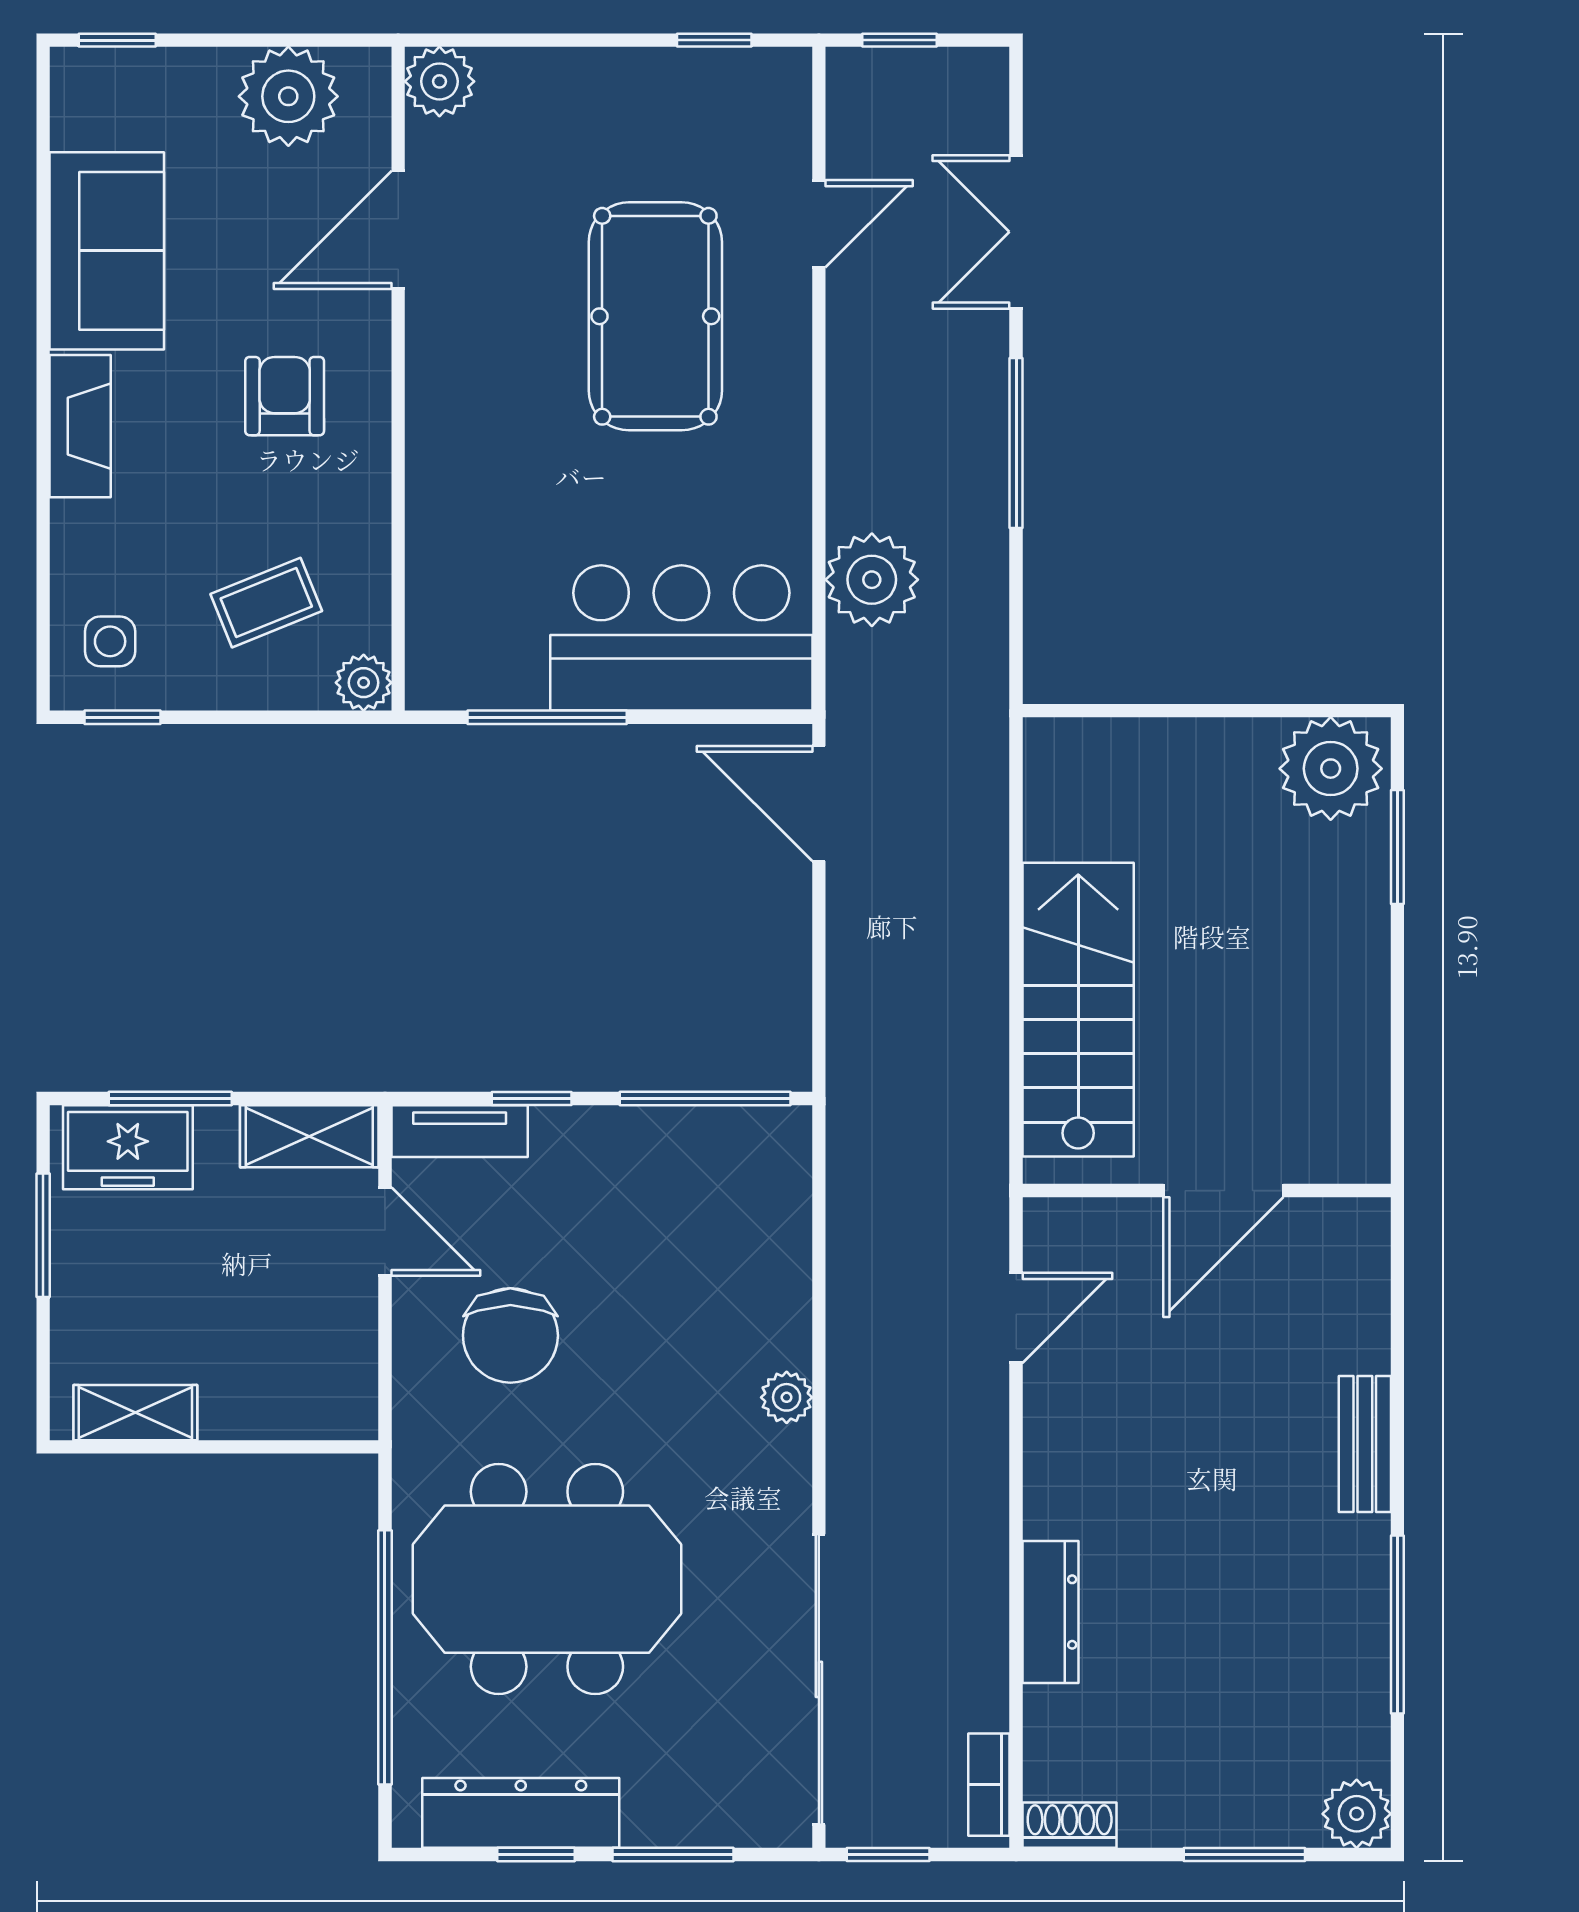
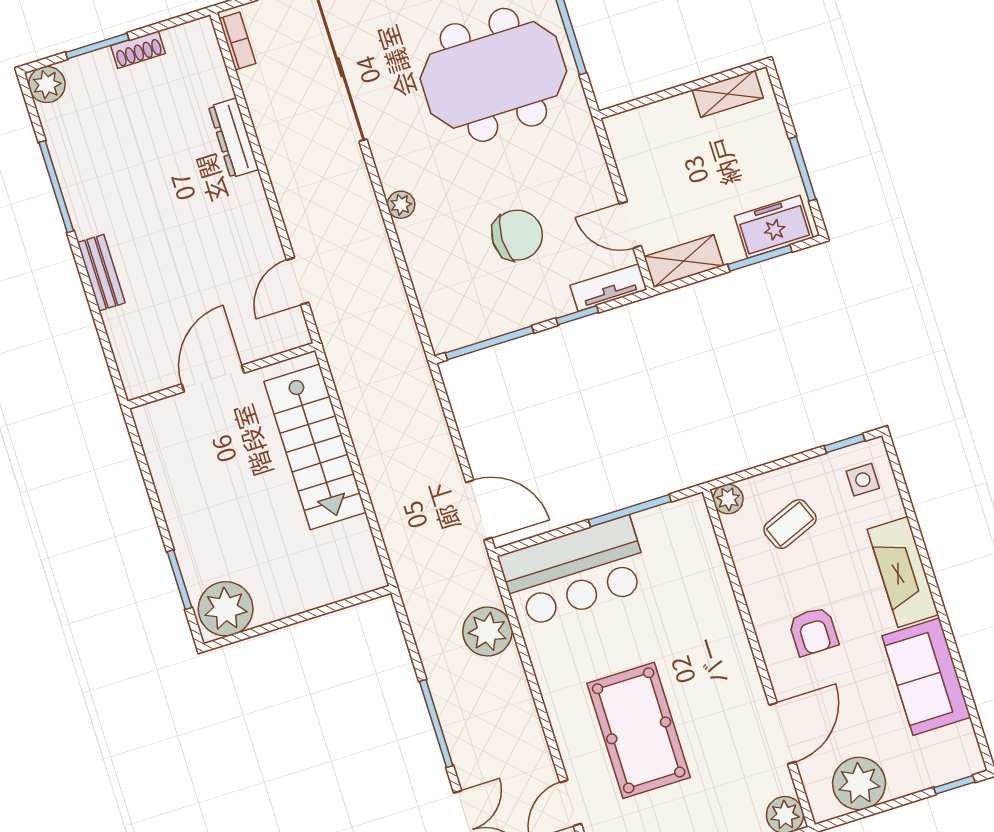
fireplace: (80, 426) -> (903, 572), width x1.37, depth x1.32
chair: (510, 1335) -> (517, 235), moved, turned 90
shoe rack: (1070, 1825) -> (138, 50), moved

